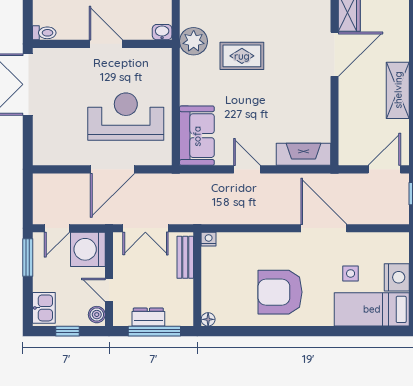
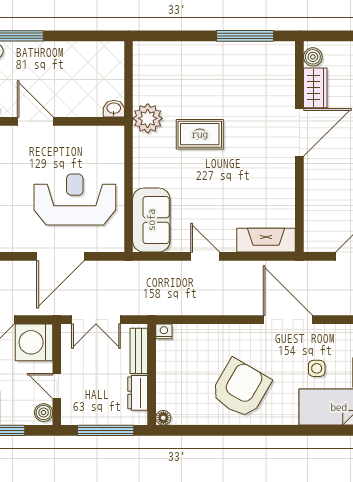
door: (106, 44) -> (35, 121), moved
armchair: (280, 292) -> (241, 388), turned 120
dresser: (148, 317) -> (138, 393), moved, turned -90

